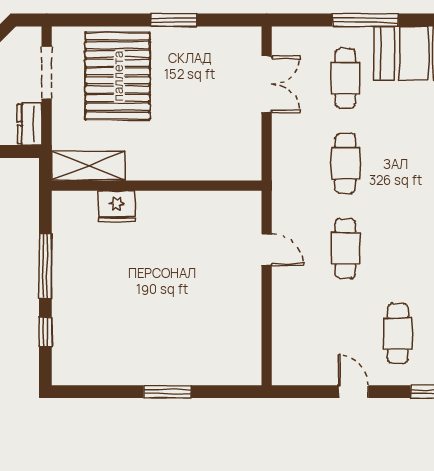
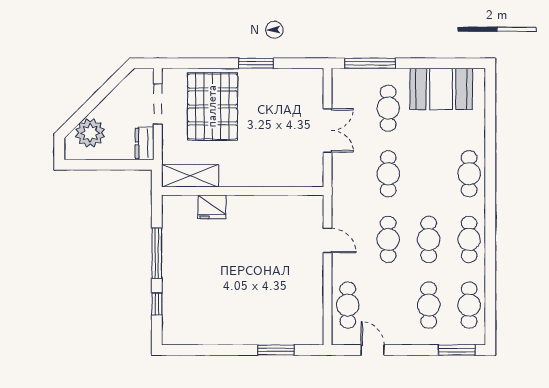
window: (365, 20) -> (370, 63), moved
double door: (267, 84) -> (327, 130), moved
cafe table: (398, 248) -> (429, 239), added
cafe table: (293, 333) -> (348, 305), added
window: (167, 392) -> (276, 350), moved
door: (353, 392) -> (373, 350), moved

